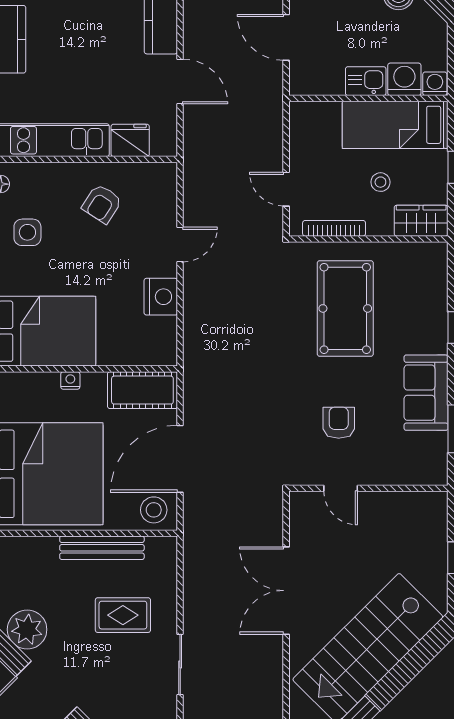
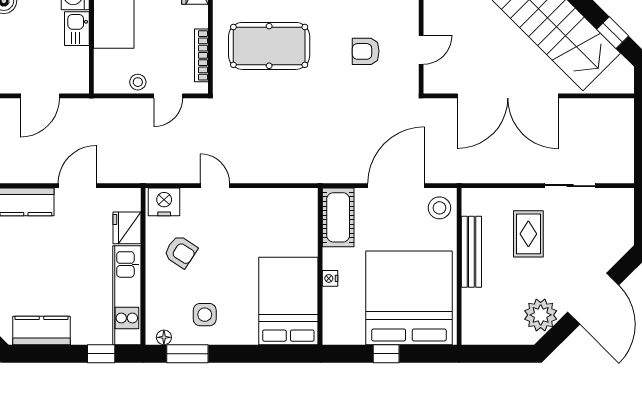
stool: (380, 182) -> (138, 82), moved
nightstand: (161, 297) -> (164, 202), moved
door: (180, 459) -> (396, 186), swing flipped
double door: (286, 591) -> (508, 96), width x1.36

